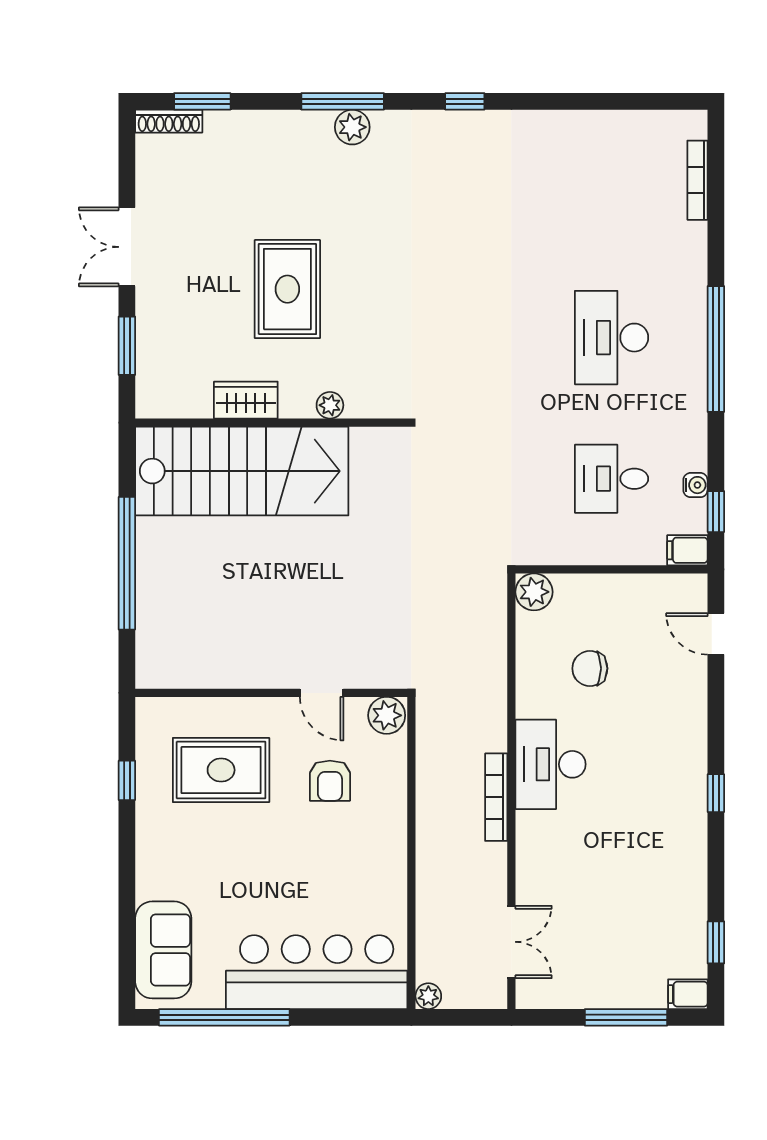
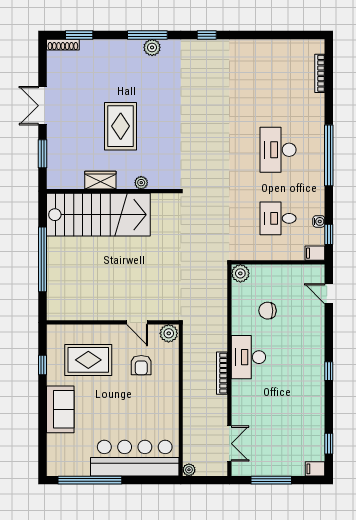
sofa: (163, 950) -> (60, 409), moved
window: (626, 1017) -> (271, 480), moved

